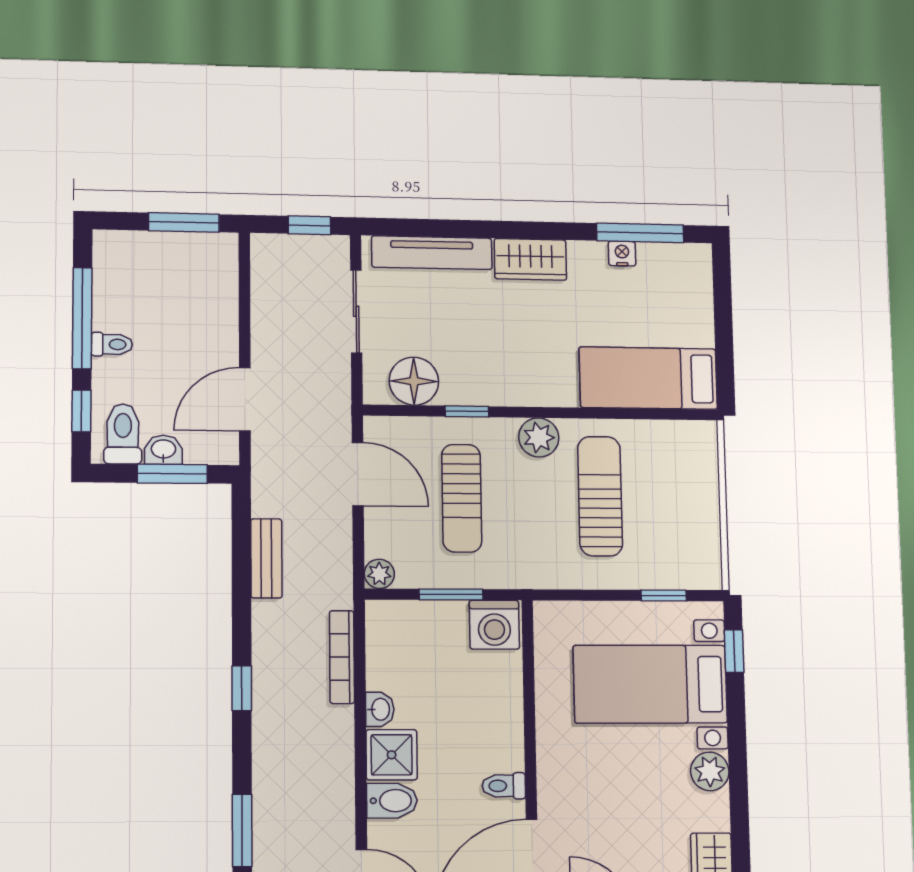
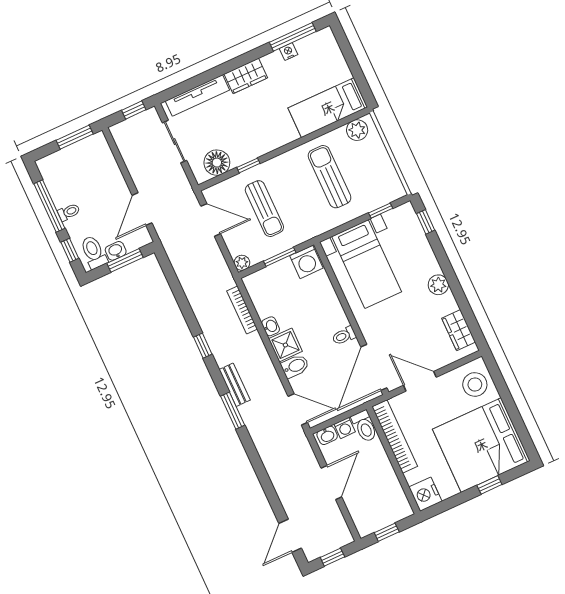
plant: (539, 437) -> (357, 130), moved
bench: (266, 558) -> (235, 385), moved
bed with nightstands: (650, 684) -> (367, 264), moved, turned -90

